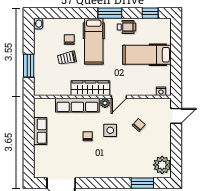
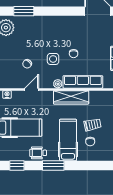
door: (119, 97) -> (32, 89), moved

